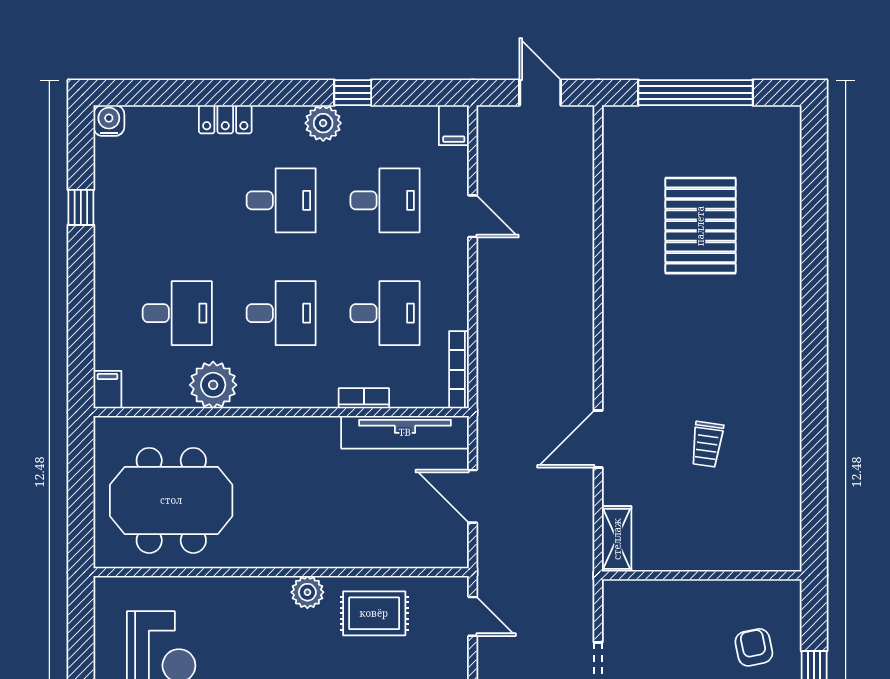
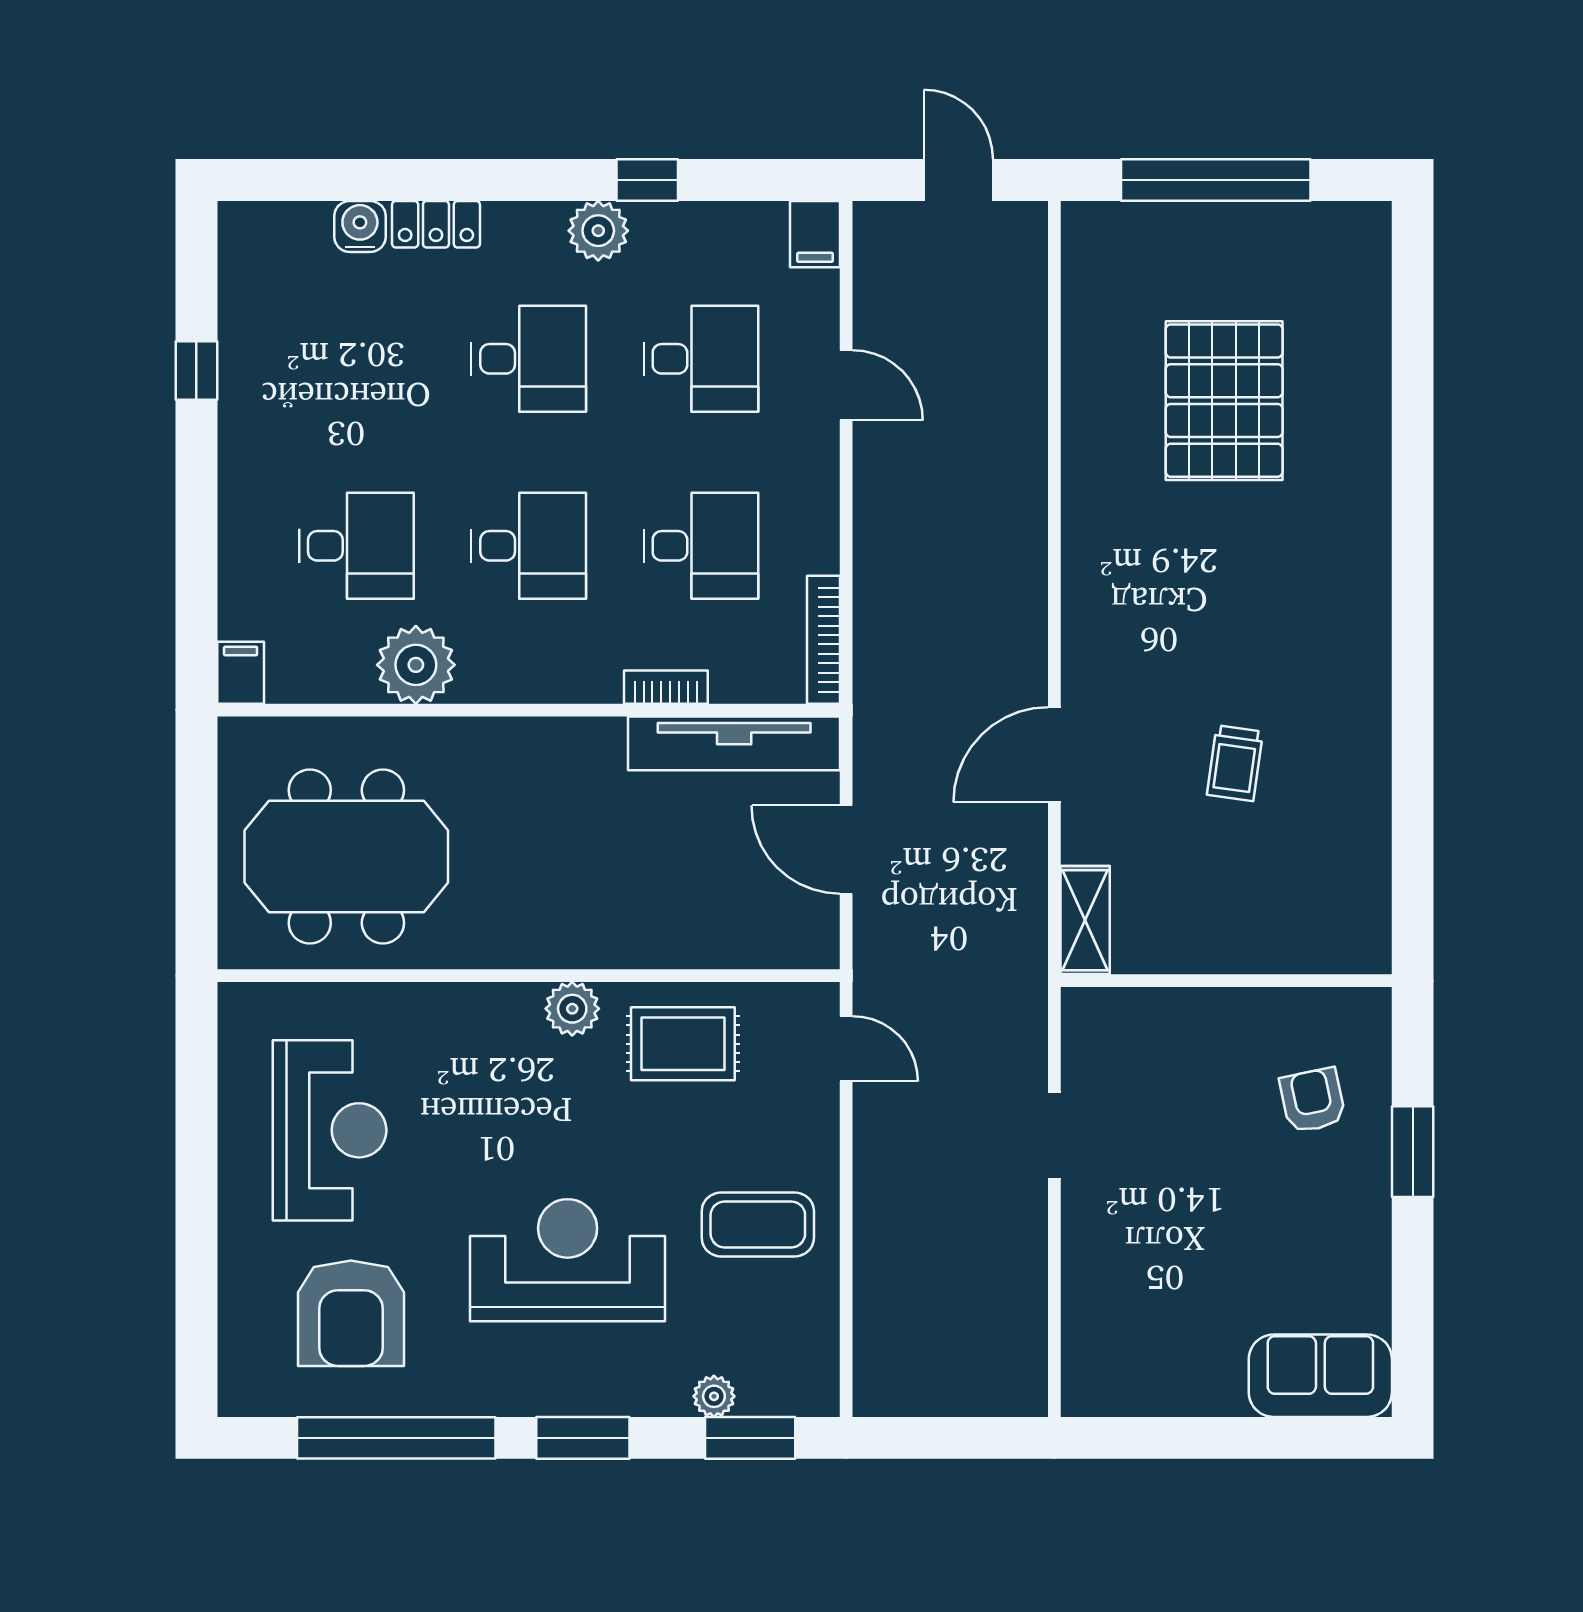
water cooler: (109, 121) -> (360, 226), moved

